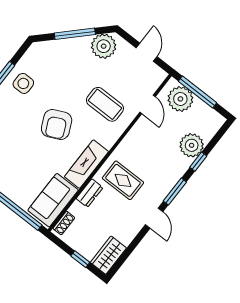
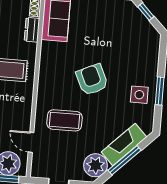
fireplace: (86, 164) -> (124, 144), moved, turned -135
dresser: (90, 193) -> (32, 30), moved

